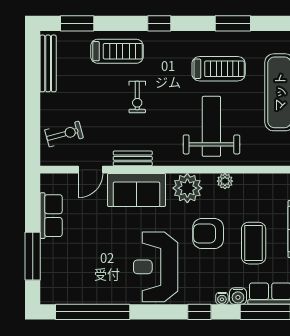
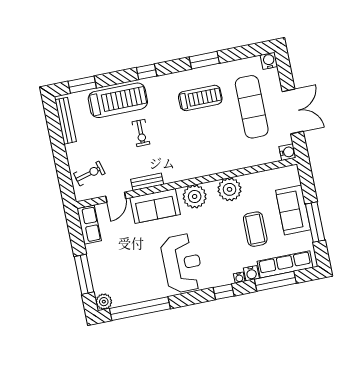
treadmill: (117, 51) -> (118, 100), width x1.37, depth x1.37
weight bench: (211, 126) -> (204, 144), removed
plant: (225, 181) -> (230, 189), width x1.87, depth x1.87
row of seats: (51, 216) -> (89, 225), moved
armchair: (208, 234) -> (218, 229), removed
reception desk: (156, 267) -> (182, 263), turned 180
plant: (50, 294) -> (104, 302), added

